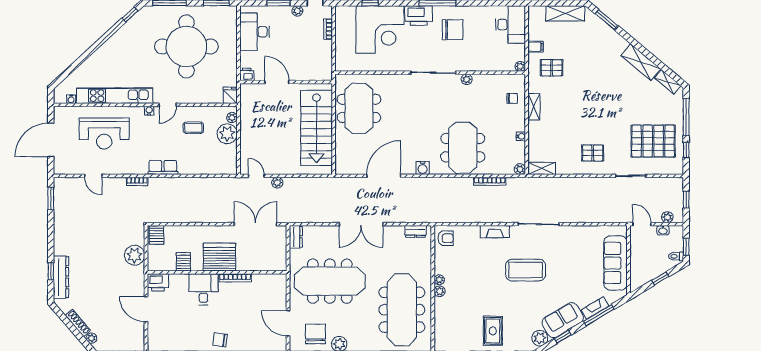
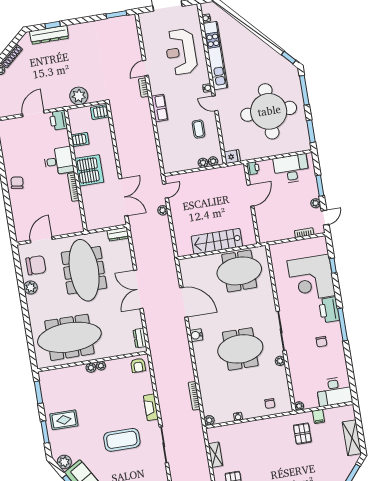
chair: (453, 30) -> (321, 342), width x0.54, depth x0.54
shelving: (534, 107) -> (266, 424), removed
stairs: (317, 128) -> (217, 241), width x0.73, depth x0.66
plant: (227, 134) -> (203, 163), width x0.53, depth x0.53
meeting table: (463, 148) -> (240, 349), moved
shelving: (542, 168) -> (215, 455), moved
door: (93, 176) -> (145, 68), moved
coffee table: (526, 270) -> (122, 440), turned 90

